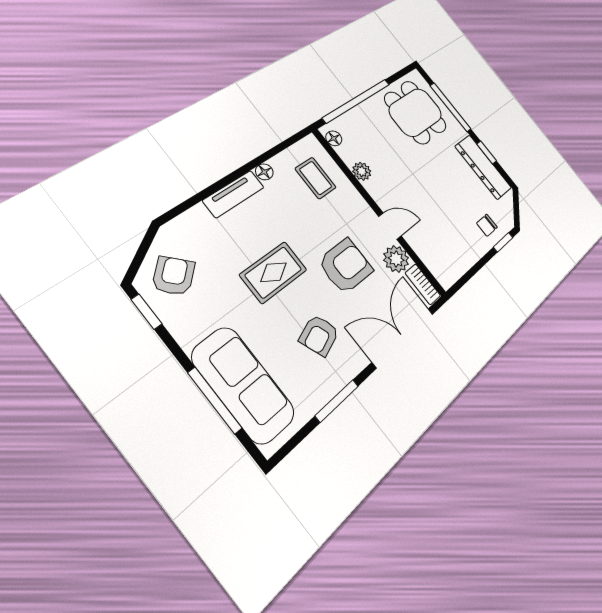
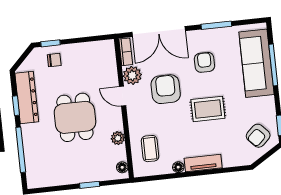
window: (357, 101) -> (90, 185), width x0.32
dining table: (416, 112) -> (75, 117), moved
armchair: (346, 266) -> (166, 89), turned 90
armchair: (319, 335) -> (204, 62), turned -69

